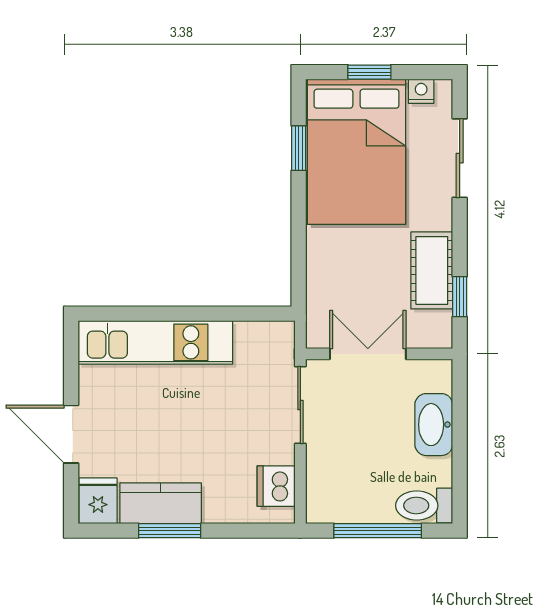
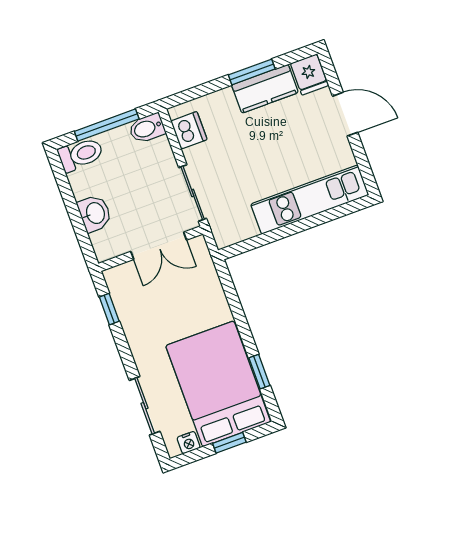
cot: (432, 270) -> (135, 320), removed
washbasin: (434, 425) -> (95, 213), width x0.72
bidet: (328, 508) -> (147, 128), added

